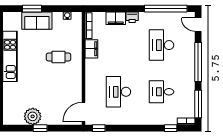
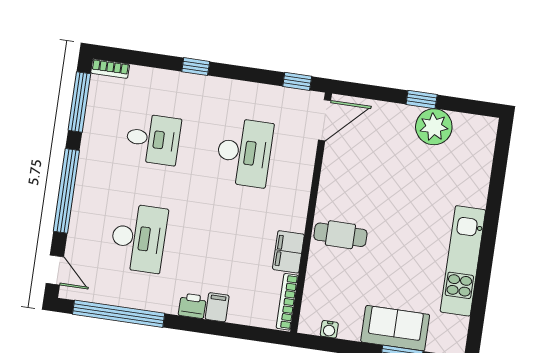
filing cabinet: (116, 18) -> (217, 307), width x0.50
cafe table: (58, 57) -> (340, 235), moved
window: (171, 128) -> (196, 67), moved

